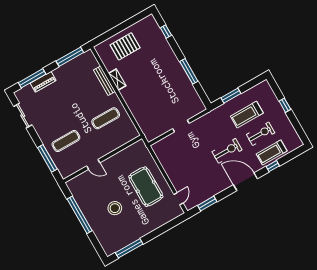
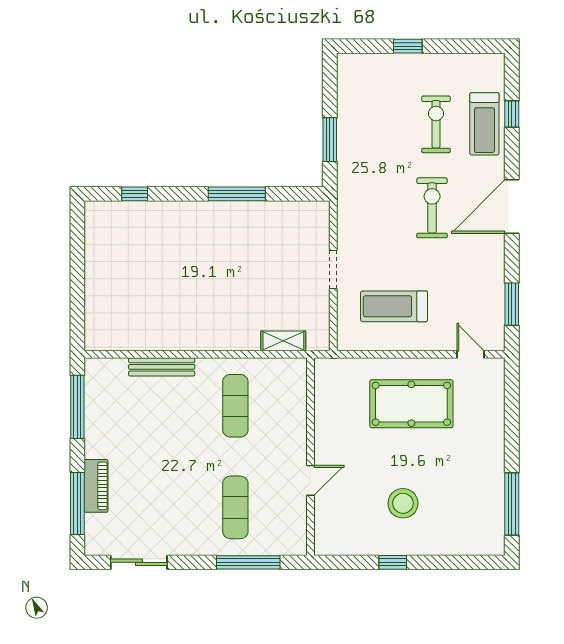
pallet: (125, 46) -> (118, 289), removed
shelving: (117, 80) -> (283, 341), moved
treadmill: (247, 115) -> (394, 306), moved, turned 90
window: (273, 166) -> (512, 114), moved
stool: (115, 208) -> (403, 503), moved
window: (80, 215) -> (393, 562), width x0.32

